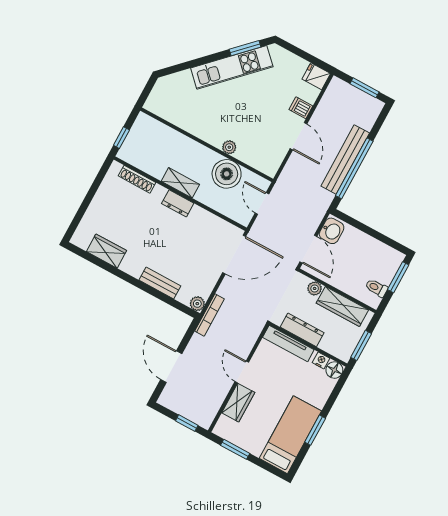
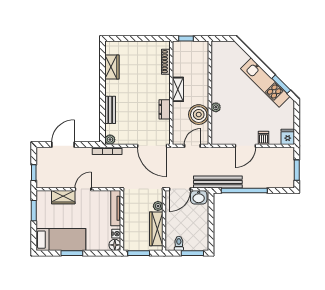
bench: (345, 160) -> (218, 182), moved
dresser: (178, 203) -> (165, 109), moved
dresser: (302, 330) -> (129, 212), removed

